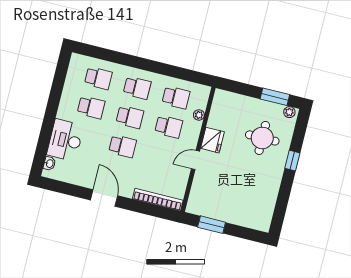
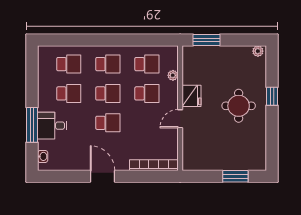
window: (275, 97) -> (207, 40), moved
window: (47, 129) -> (32, 125), added
round table: (262, 138) -> (239, 106), moved
desk: (65, 140) -> (52, 126), width x0.73
window: (212, 225) -> (235, 176), moved

